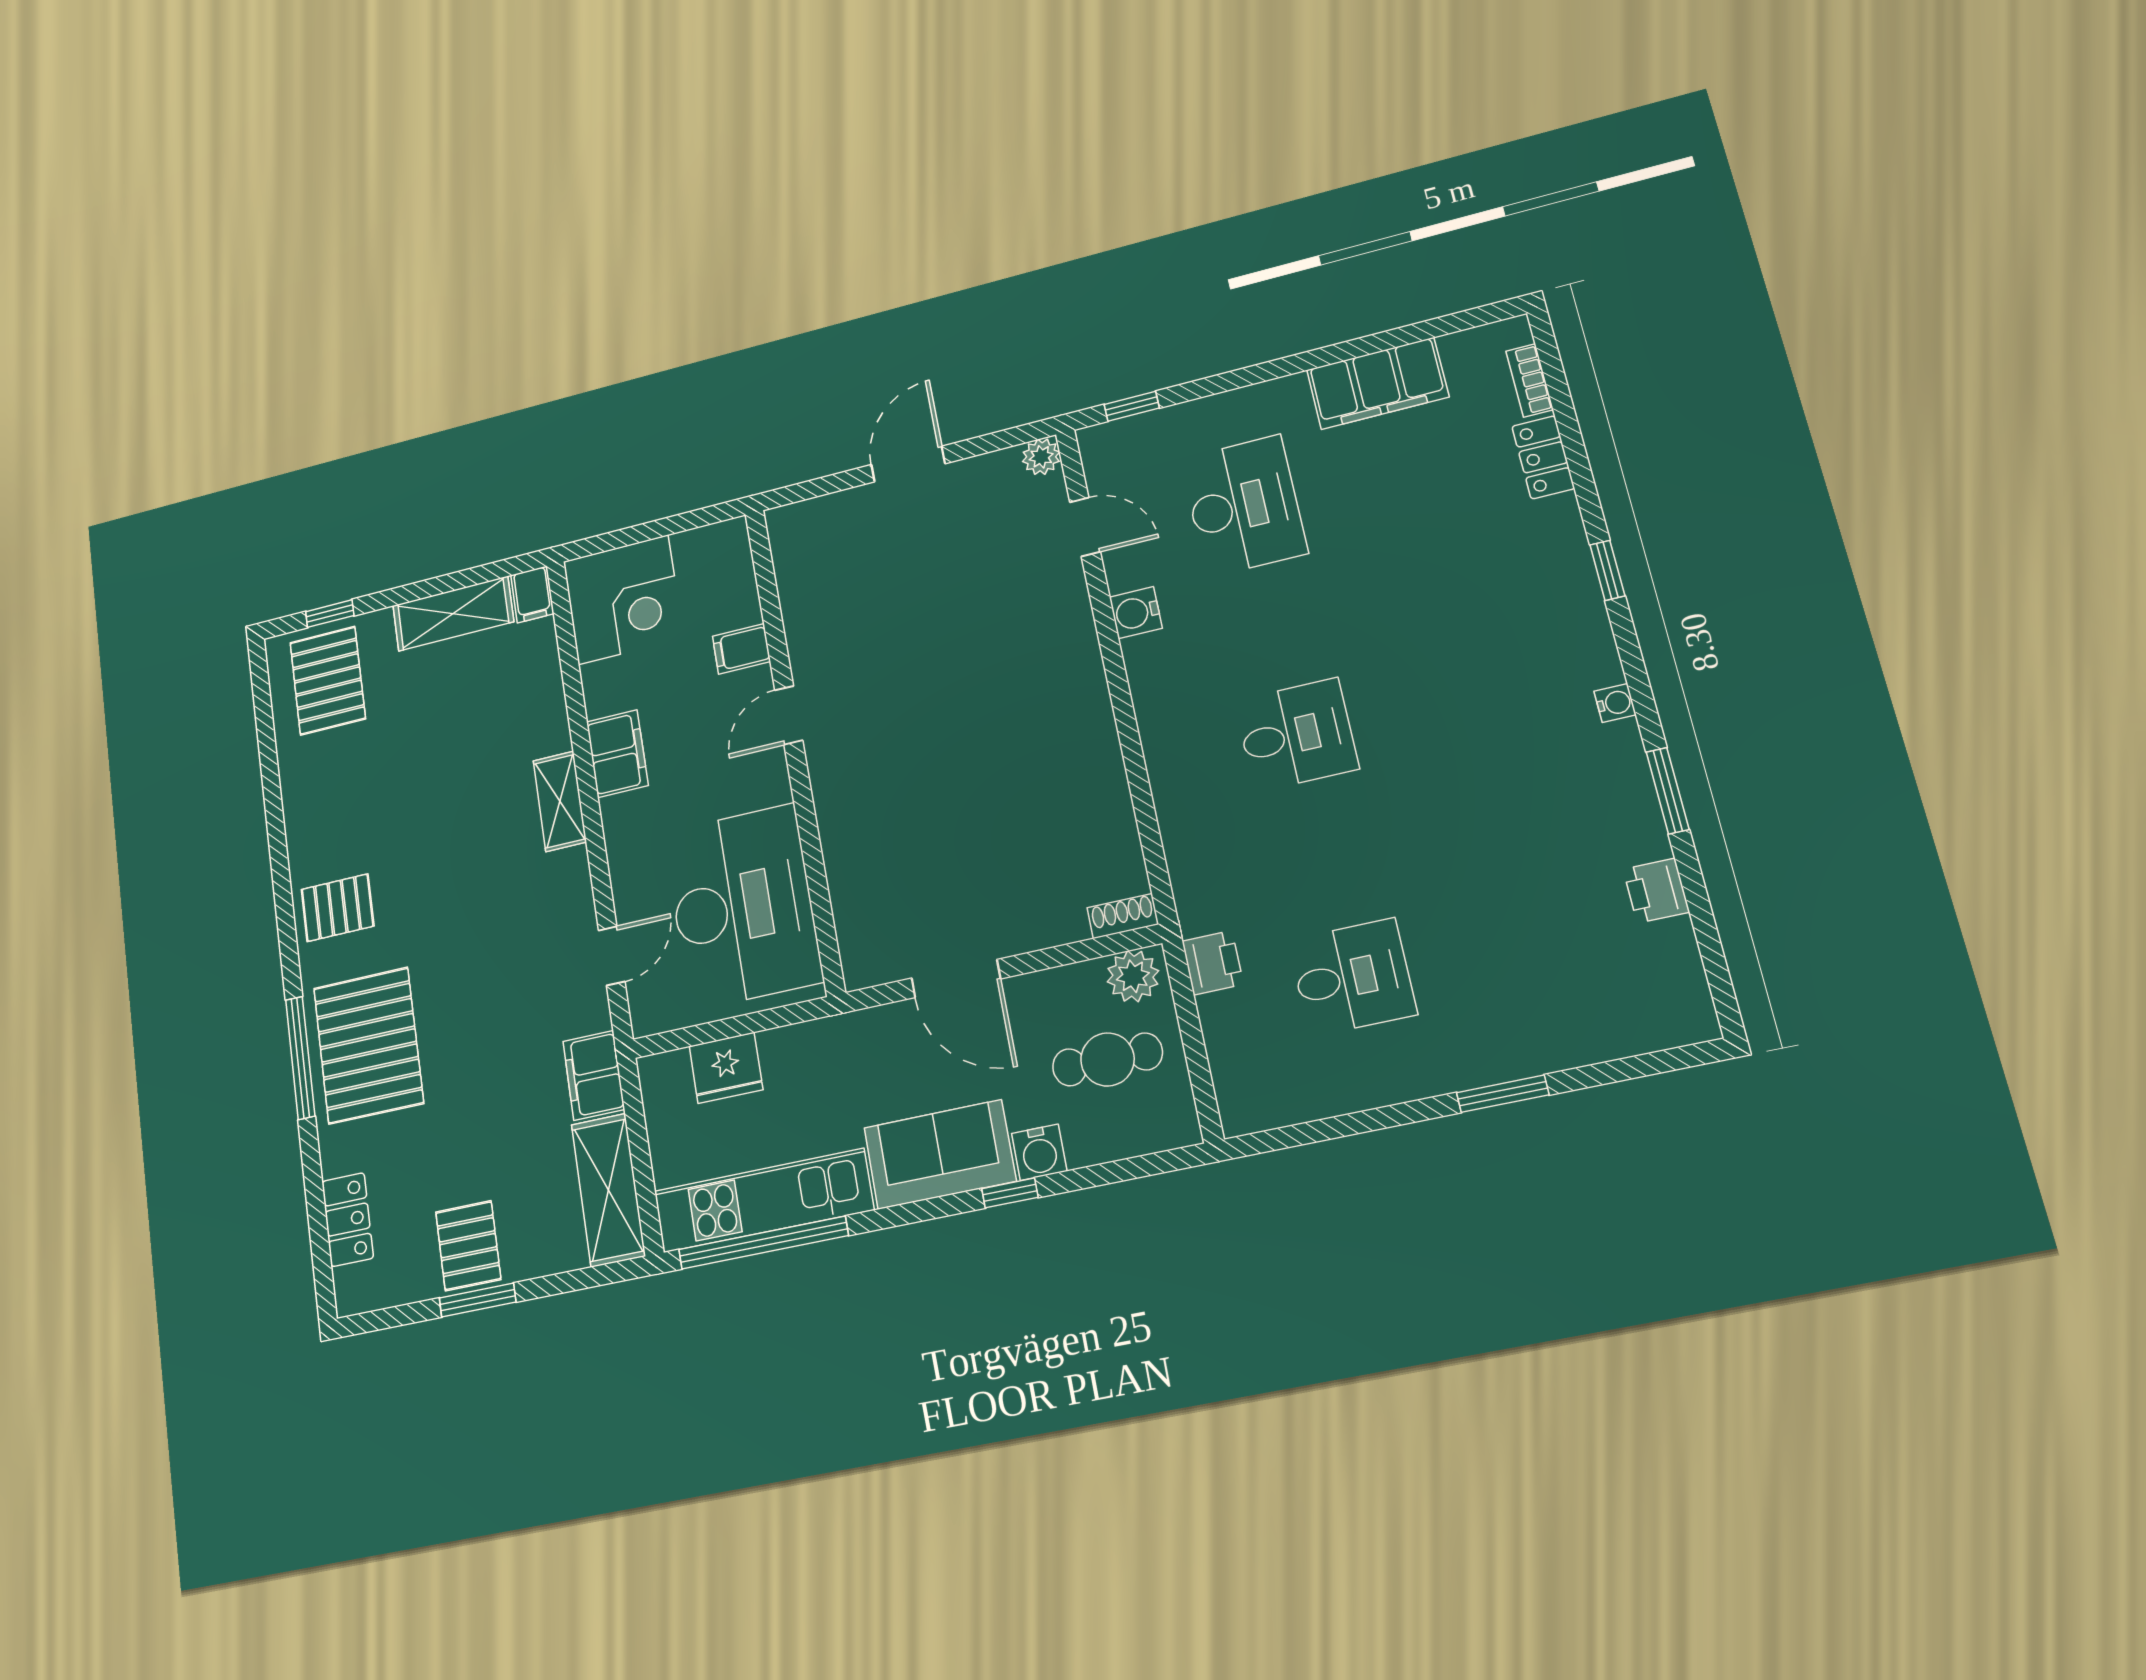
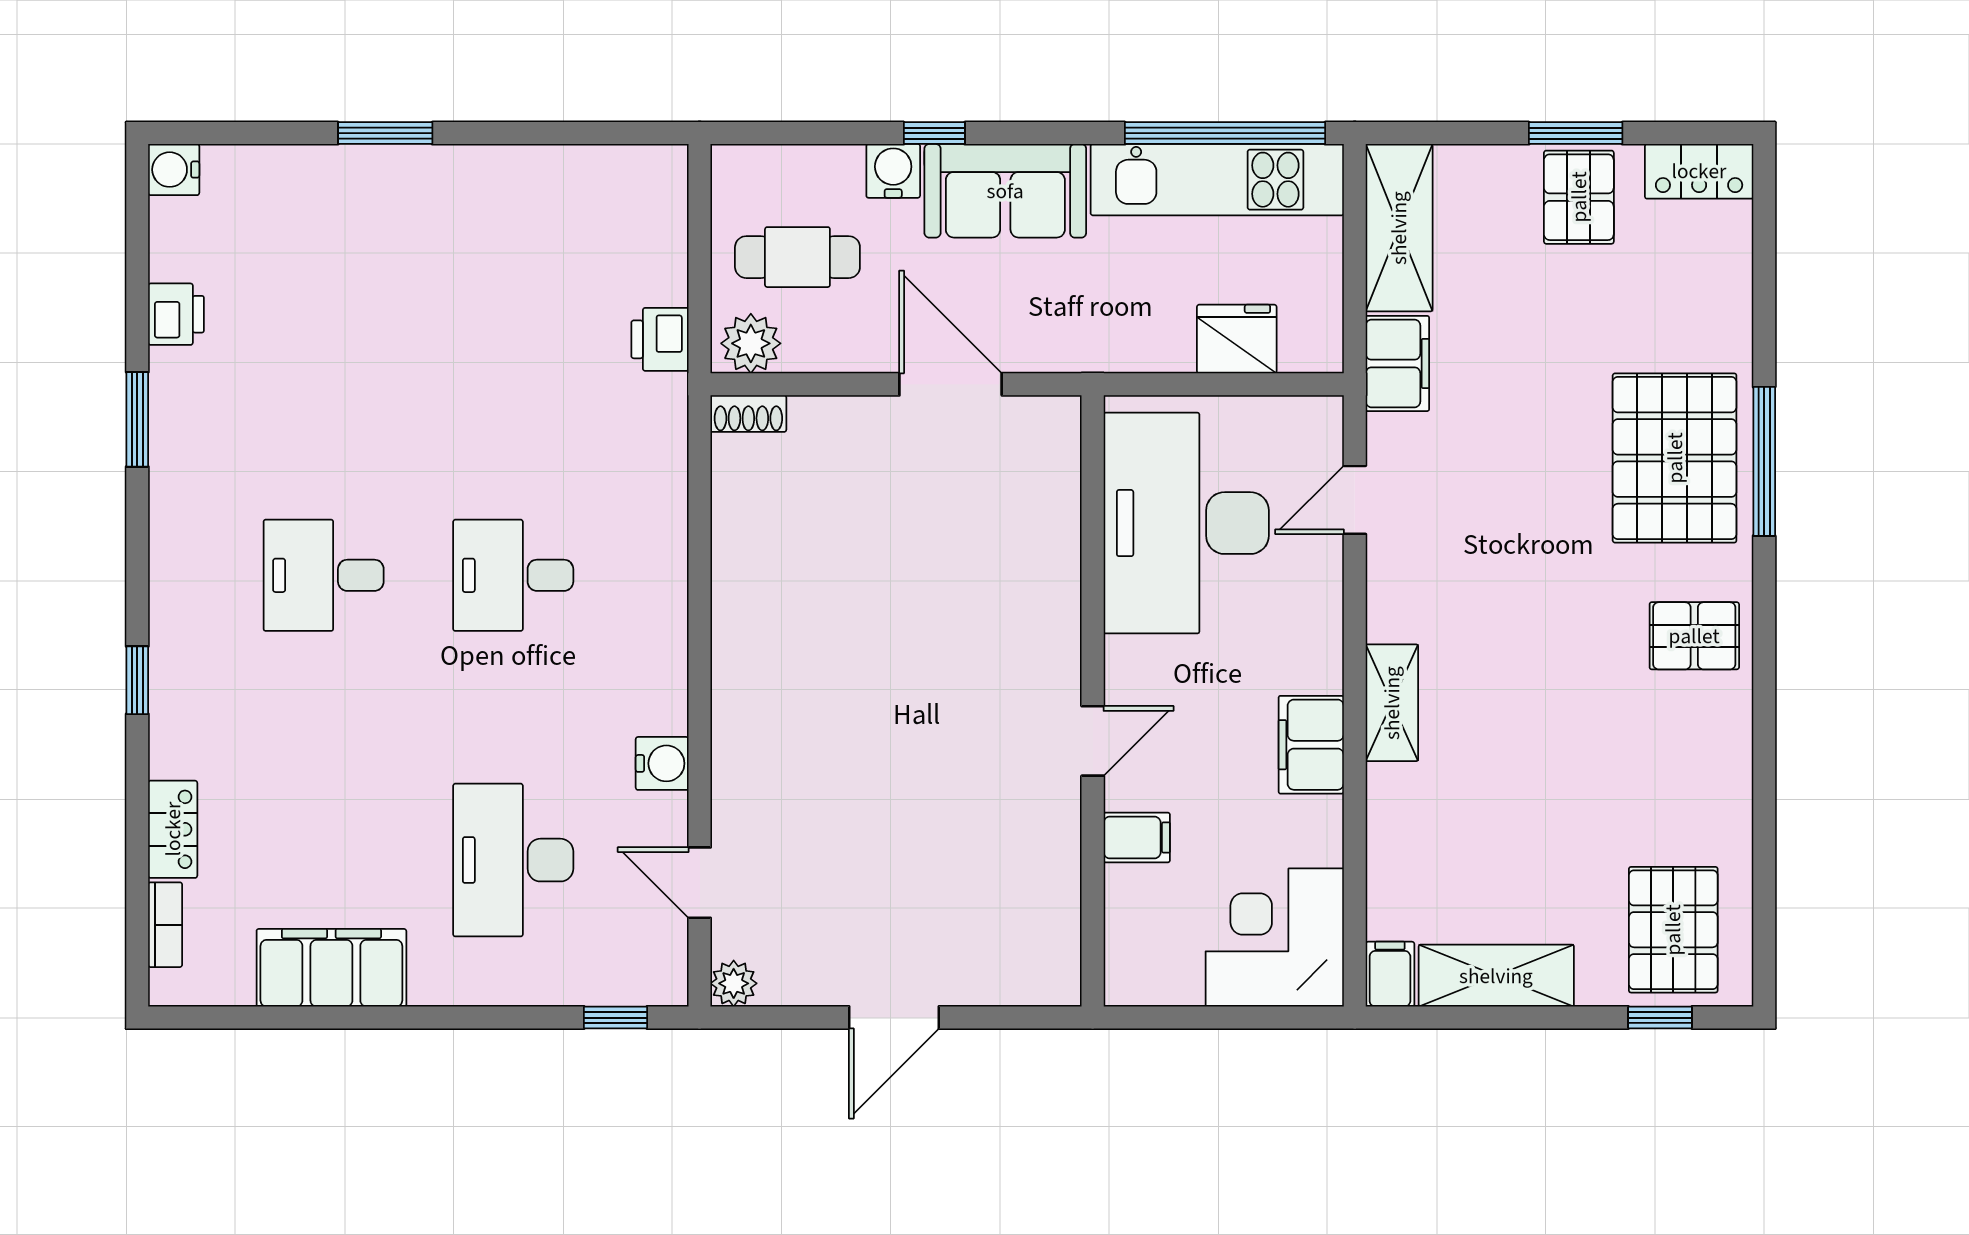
water cooler: (1615, 703) -> (174, 170), moved, width x1.38, depth x1.38
desk: (1352, 977) -> (324, 575), moved
locker: (348, 1220) -> (1699, 171), moved, turned -90

